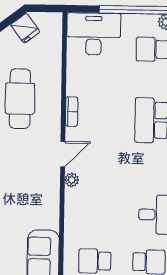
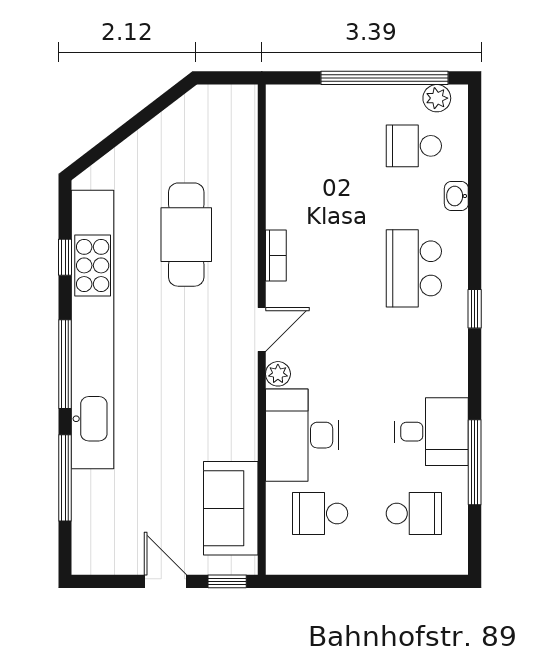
fridge: (25, 28) -> (194, 113), removed
desk: (94, 34) -> (302, 435), moved, turned -90

